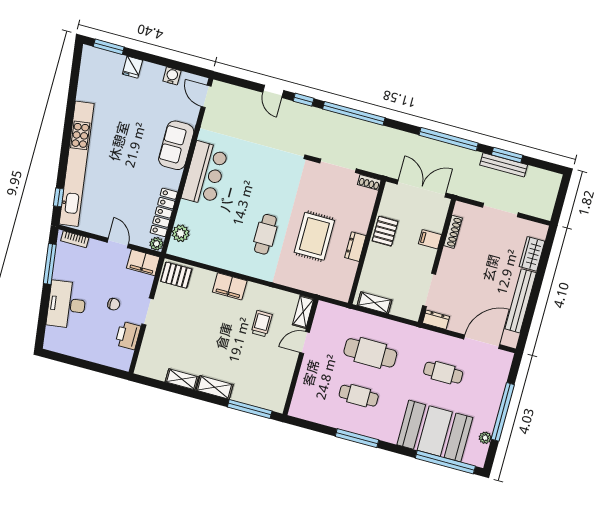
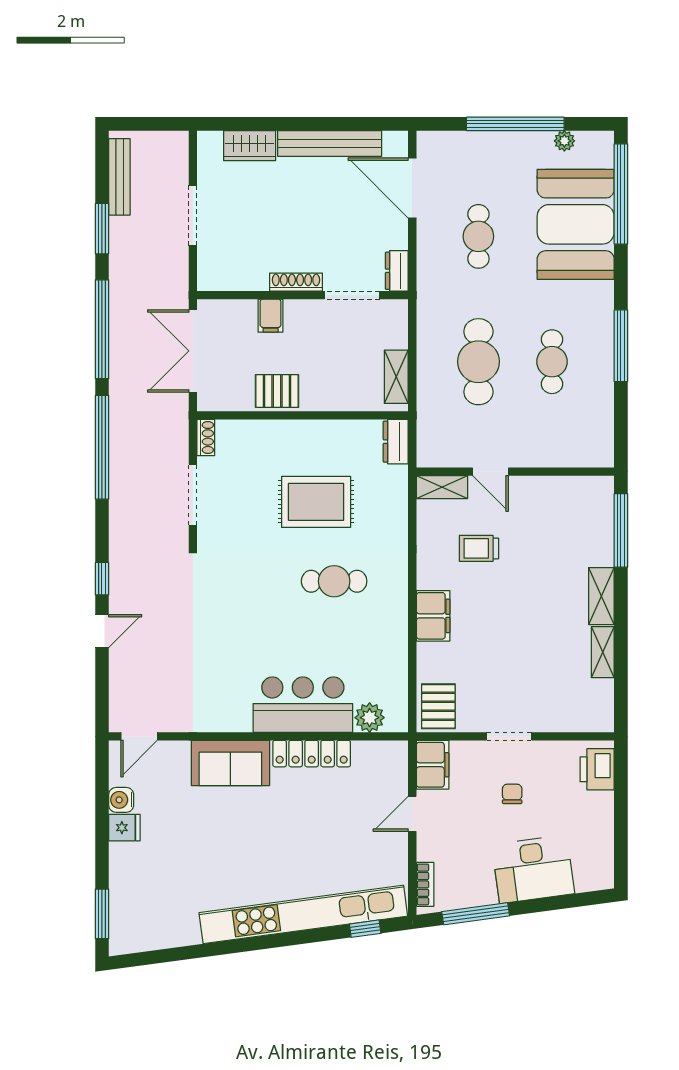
fridge: (132, 67) -> (124, 828), moved
window: (354, 113) -> (102, 447), moved
bench: (504, 165) -> (119, 177), moved
bar counter: (205, 174) -> (303, 705), moved
locker: (164, 212) -> (312, 754), moved
shoe rack: (453, 232) -> (296, 282), moved
plant: (156, 244) -> (397, 752), removed
dresser: (355, 247) -> (396, 442), moved, turned 90
printer: (128, 335) -> (597, 769), moved, turned 90

